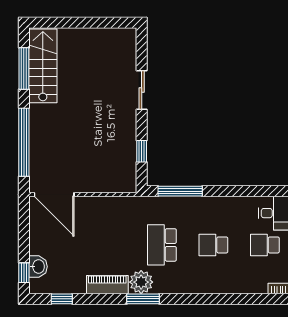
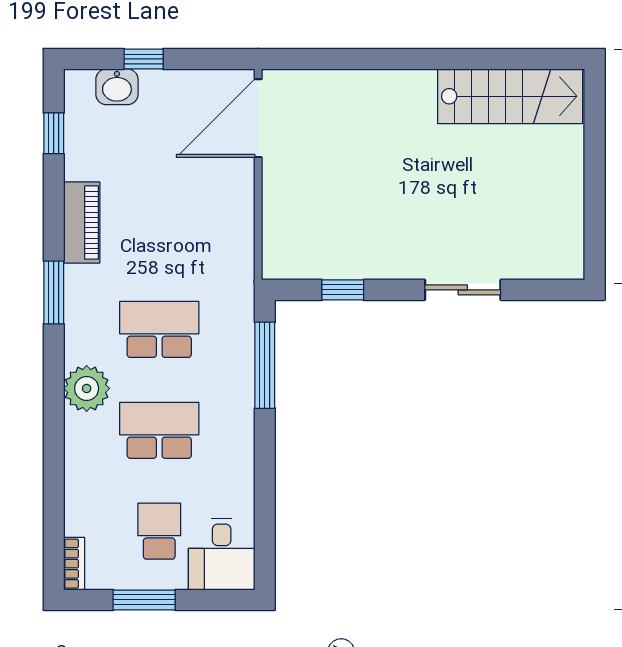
window: (24, 68) -> (505, 59), removed
window: (24, 142) -> (360, 59), removed
school desk: (213, 245) -> (159, 430), width x1.85
window: (24, 273) -> (144, 59), moved
plant: (141, 282) -> (87, 388), moved

